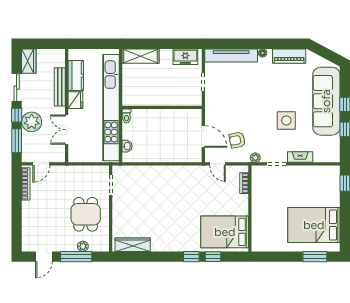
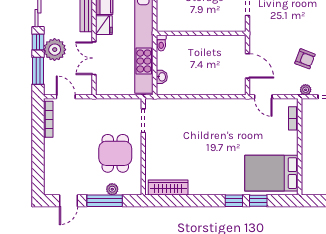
armchair: (237, 140) -> (305, 59), moved, turned -148
door: (41, 164) -> (66, 97), swing flipped

